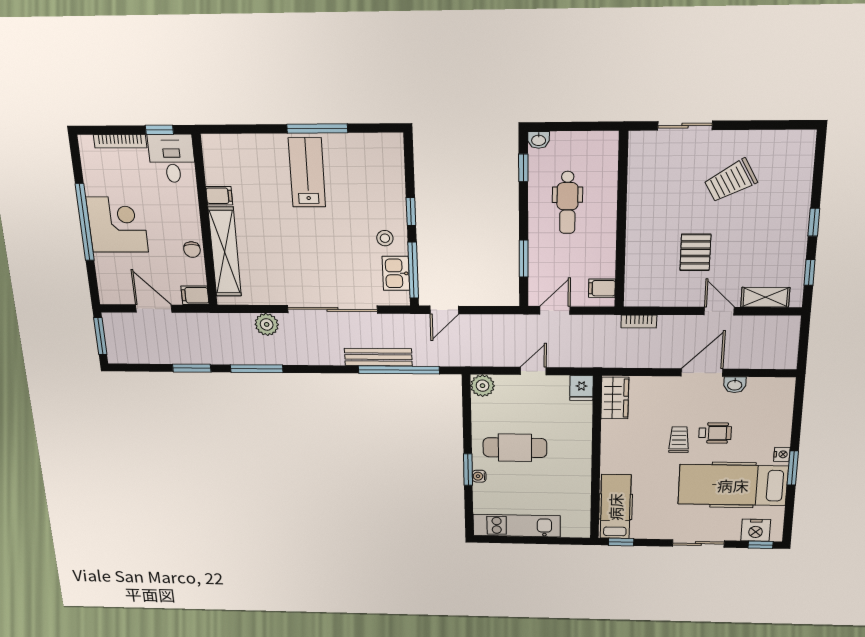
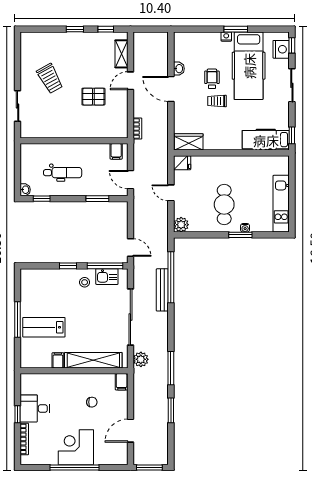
filing cabinet: (219, 196) -> (58, 360), moved
wall: (205, 222) -> (74, 371), moved
shelving: (225, 252) -> (93, 360), moved
filing cabinet: (195, 295) -> (122, 382), moved

